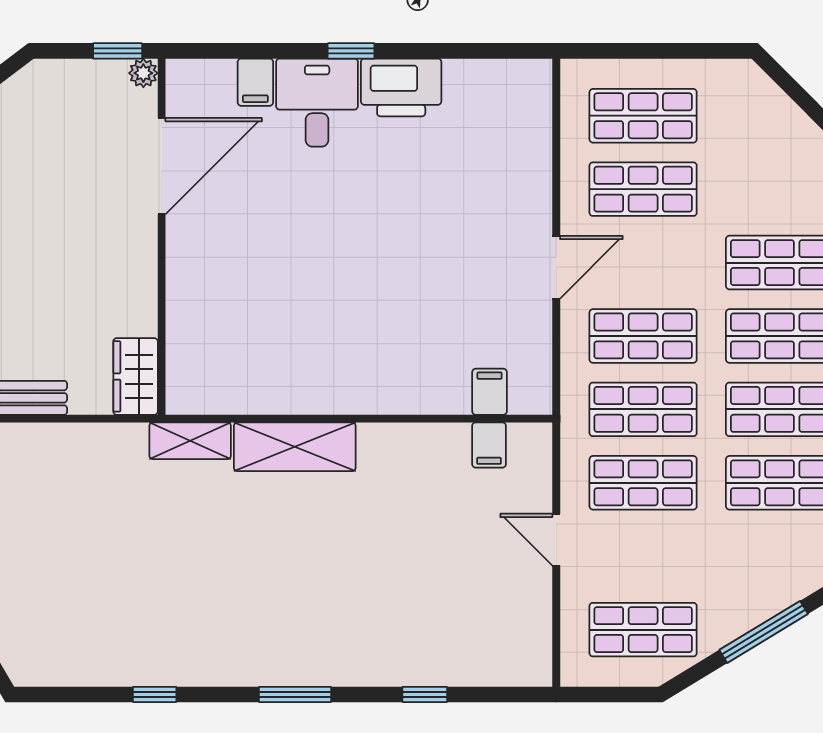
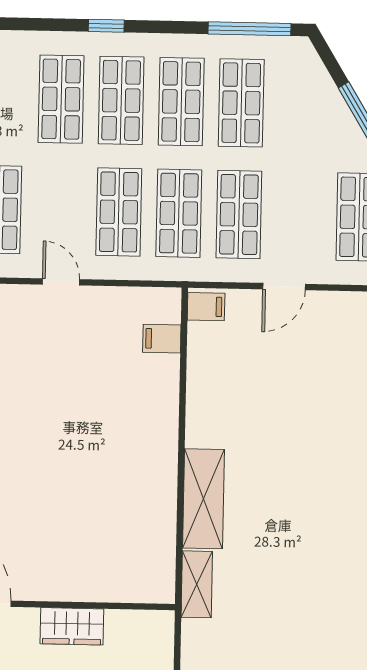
door: (556, 267) -> (61, 282), width x0.73
wardrobe: (136, 376) -> (72, 626), moved
filing cabinet: (489, 445) -> (206, 307), moved

